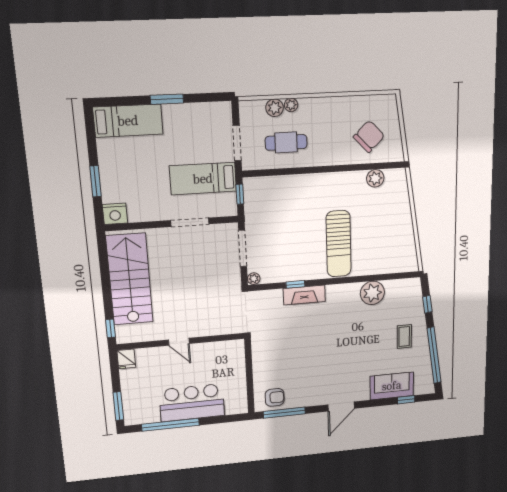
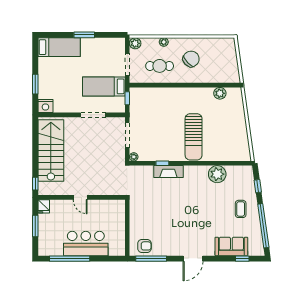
plant: (275, 108) -> (135, 43), moved
chair: (369, 136) -> (191, 59), moved
window: (118, 406) -> (35, 226), moved

